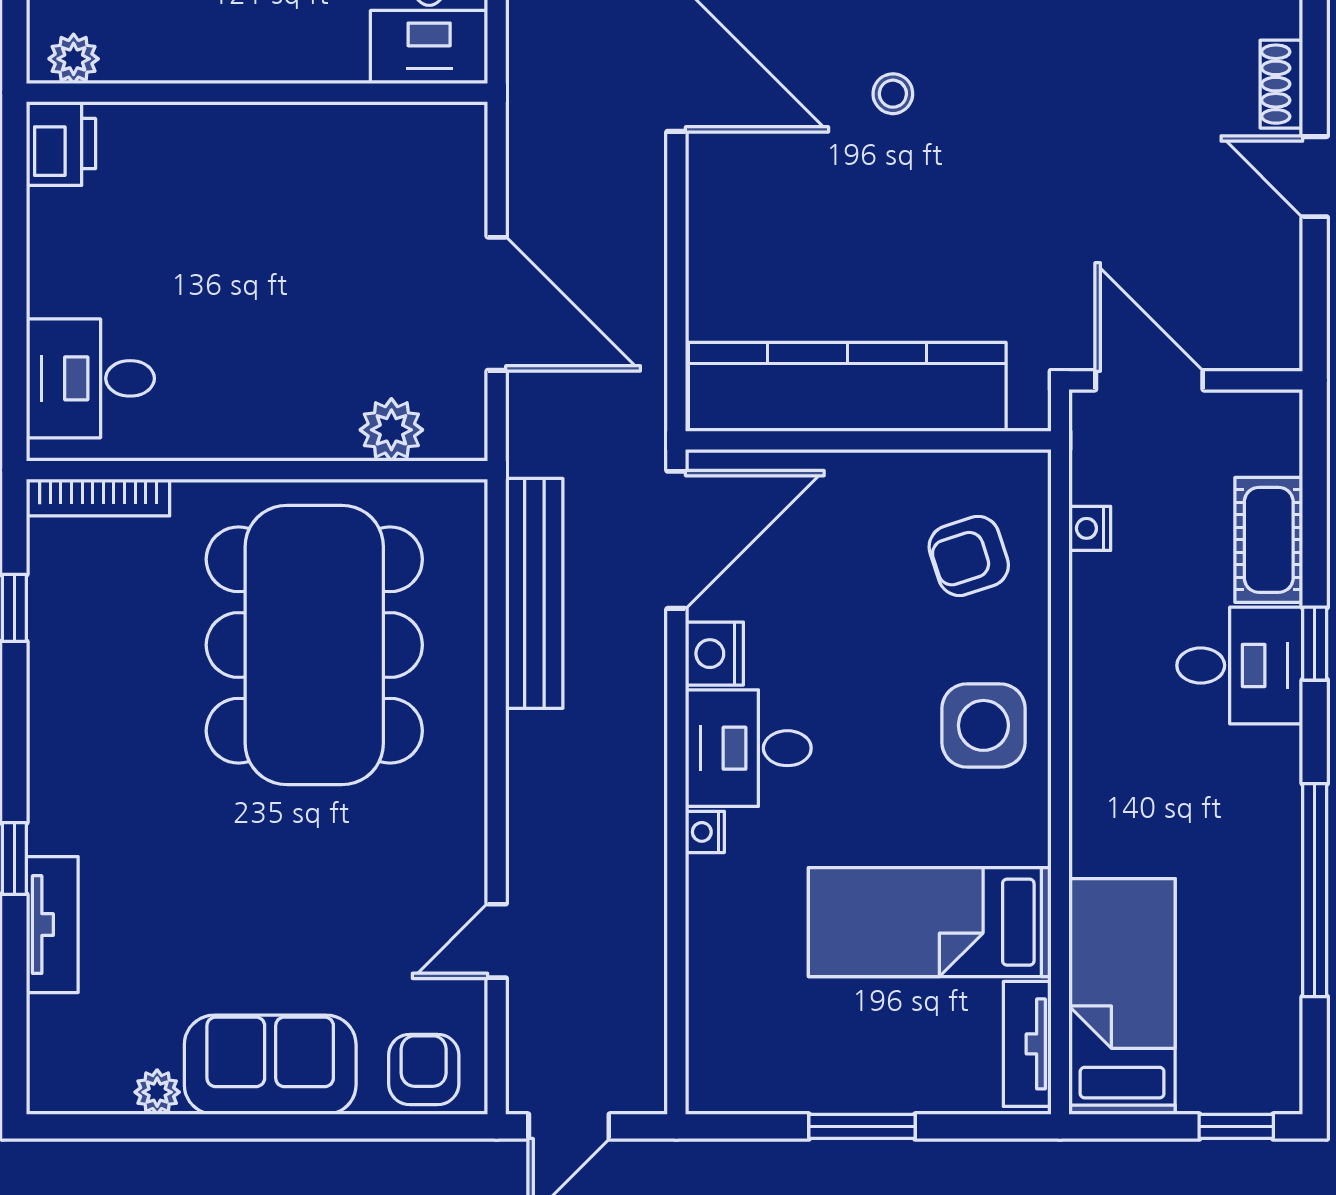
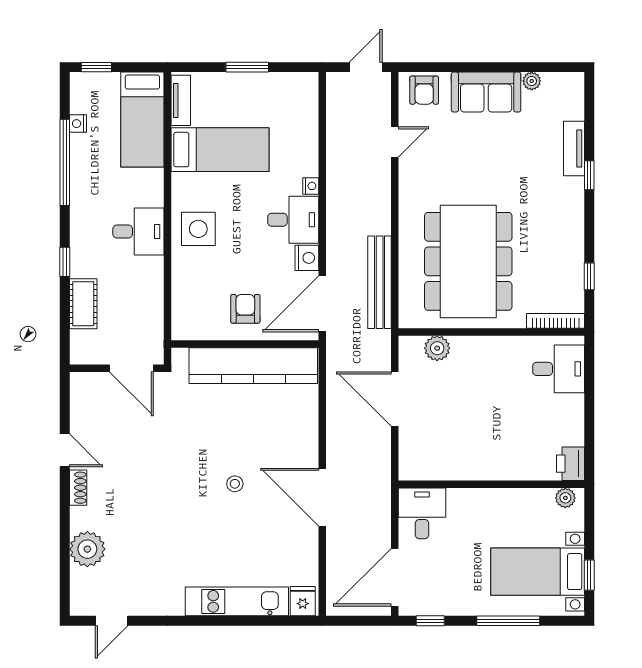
nightstand: (1090, 528) -> (78, 124), moved, turned 180
armchair: (969, 556) -> (245, 309), moved, turned -72
desk: (1240, 665) -> (138, 232), moved, turned 180

